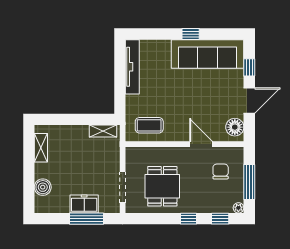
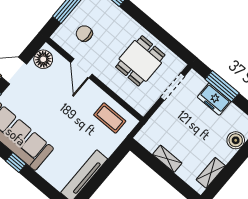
shelving: (103, 131) -> (167, 159), moved
chair: (221, 172) -> (84, 34), turned 90
window: (188, 219) -> (141, 18), removed

